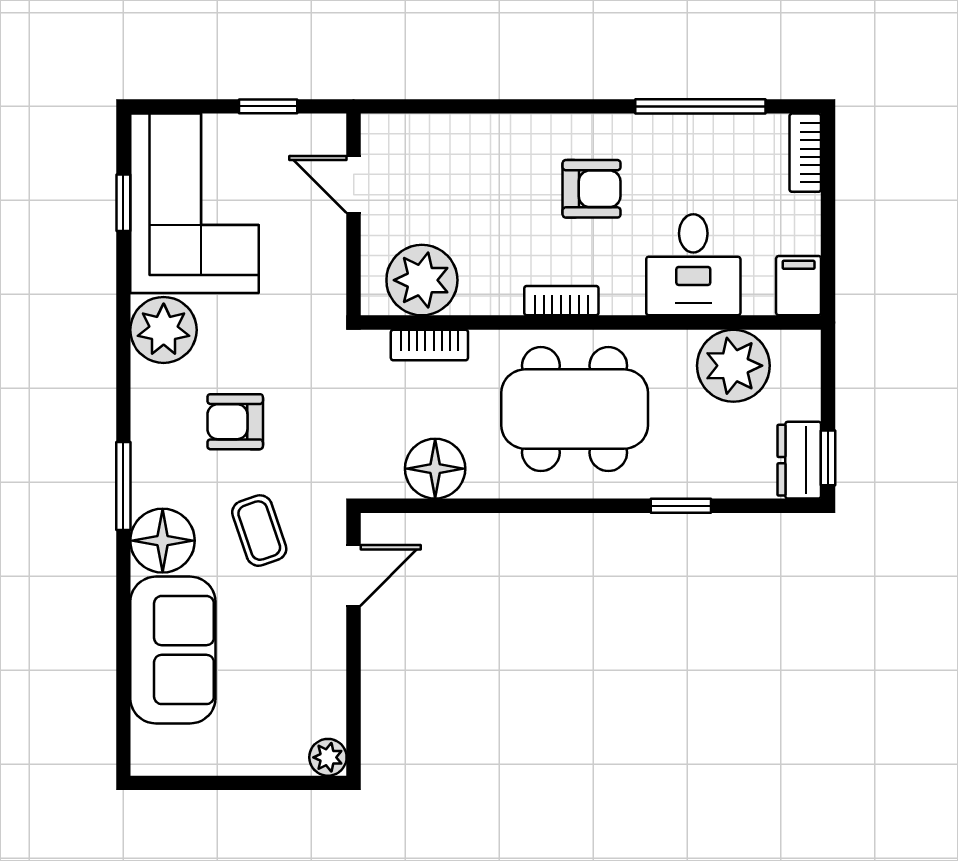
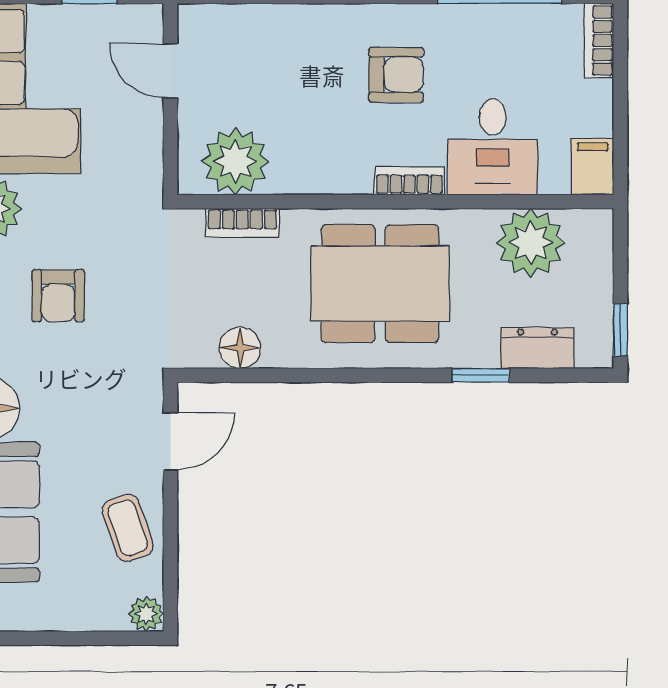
bookcase: (561, 301) -> (409, 181), moved
armchair: (235, 422) -> (58, 296), turned -90
dresser: (799, 460) -> (537, 348), moved, turned 90
floor lamp: (435, 469) -> (240, 348), width x0.73, depth x0.73
coffee table: (259, 531) -> (128, 528), moved

